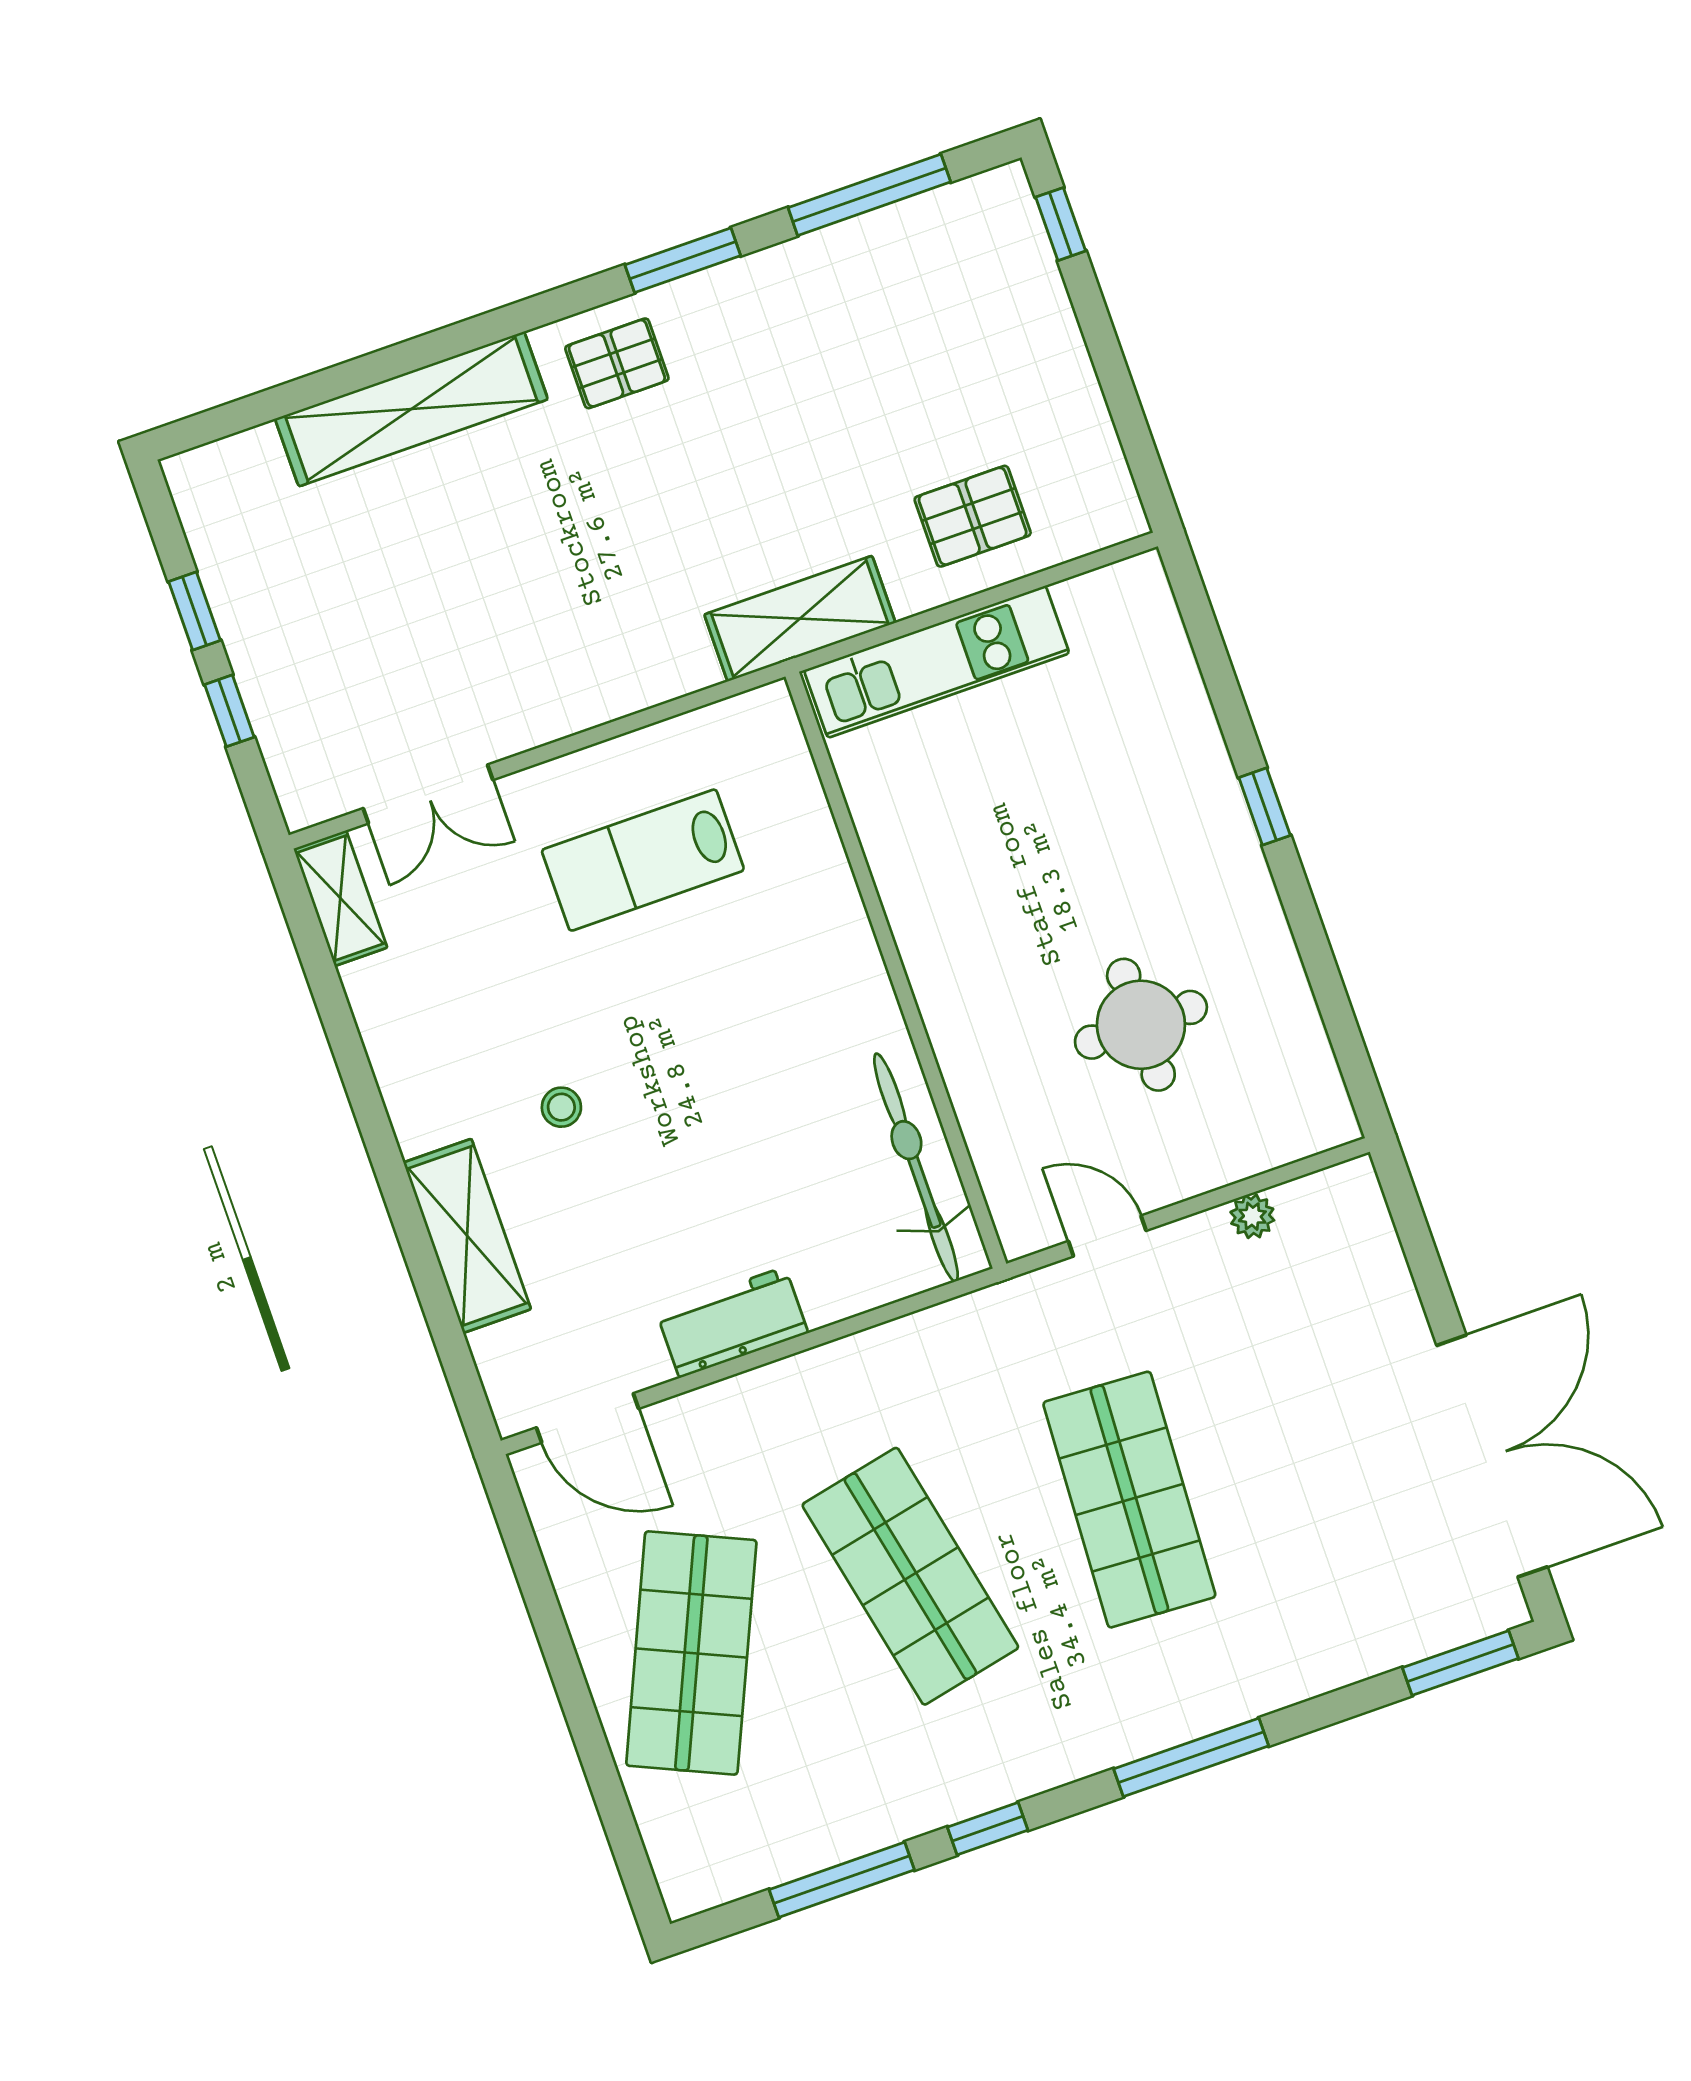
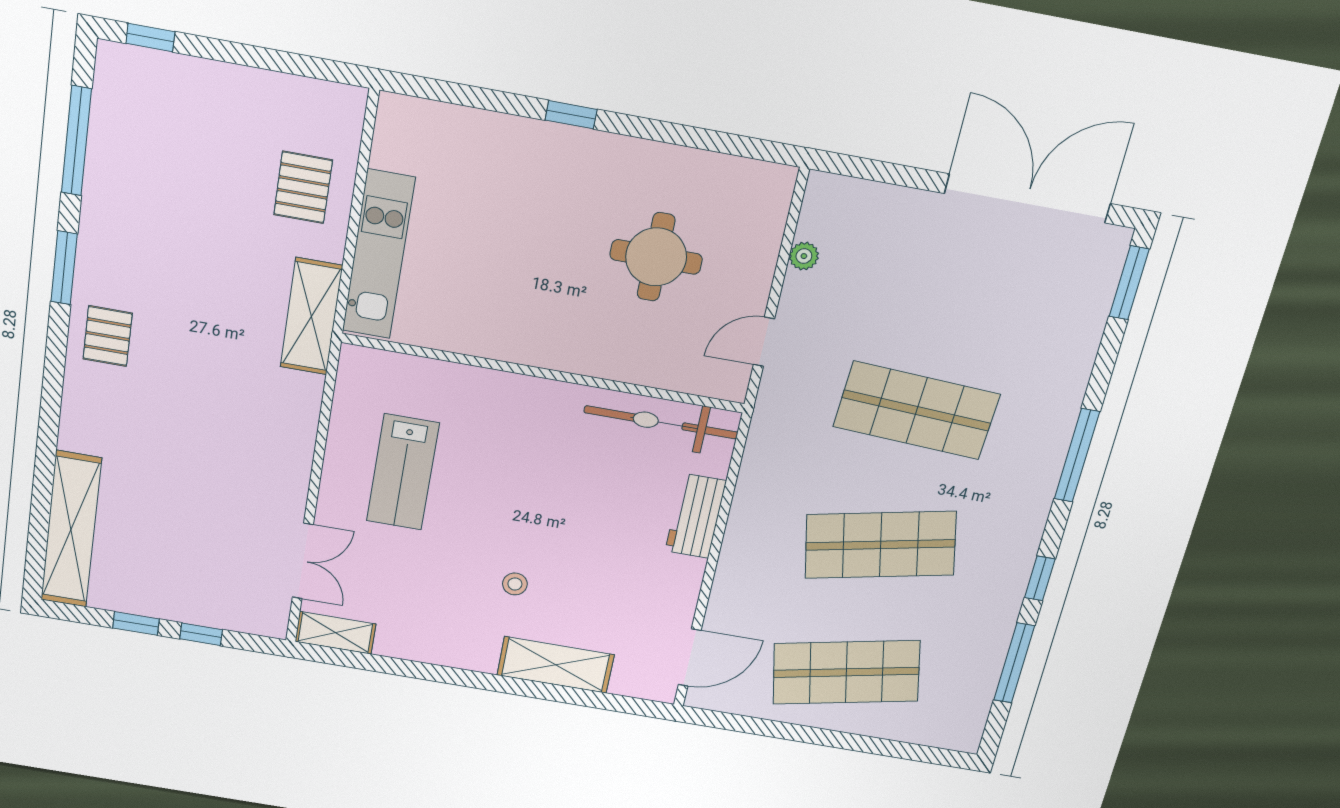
shelving: (411, 409) -> (71, 530), moved
workbench: (732, 1322) -> (696, 516), moved
shop shelf: (691, 1653) -> (846, 672), turned -36

